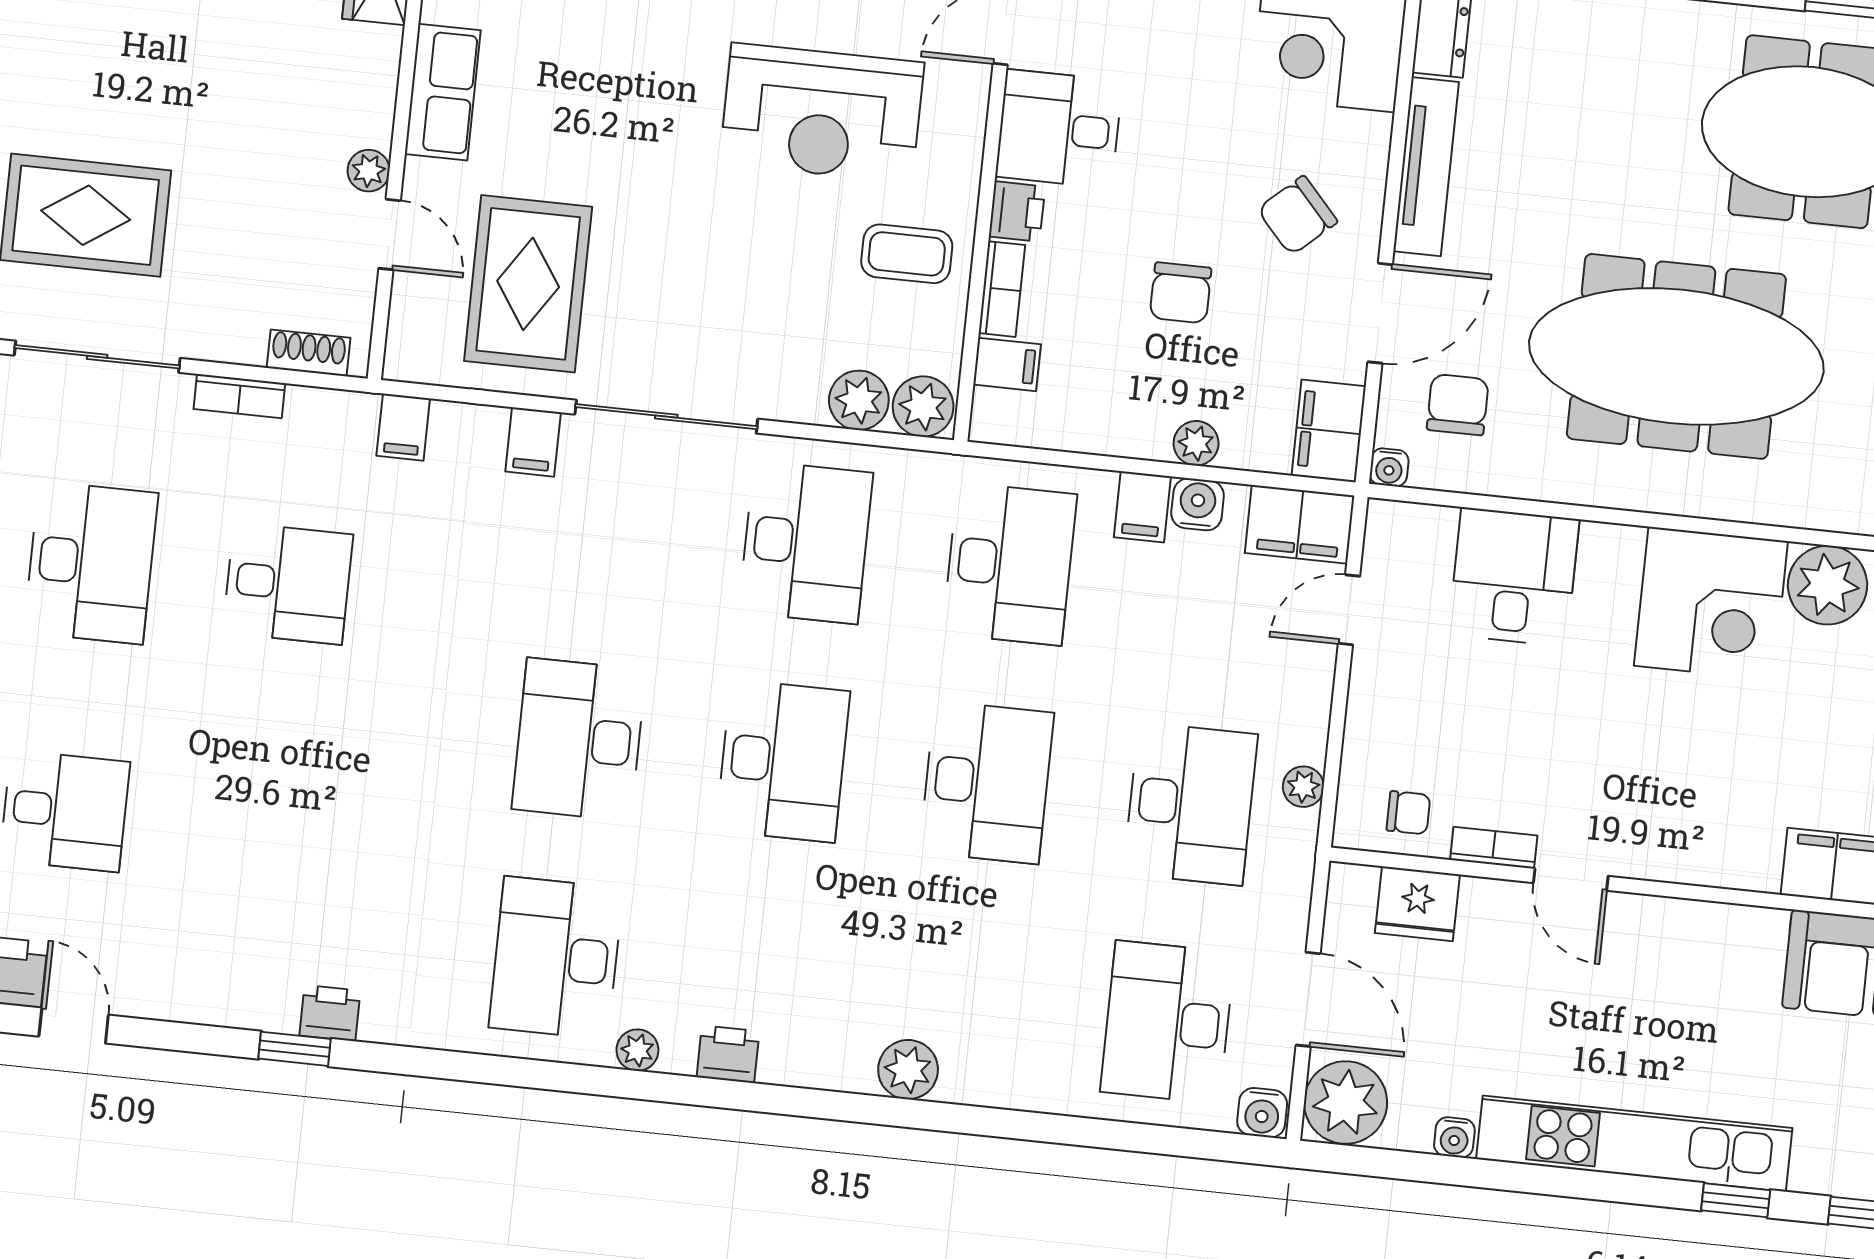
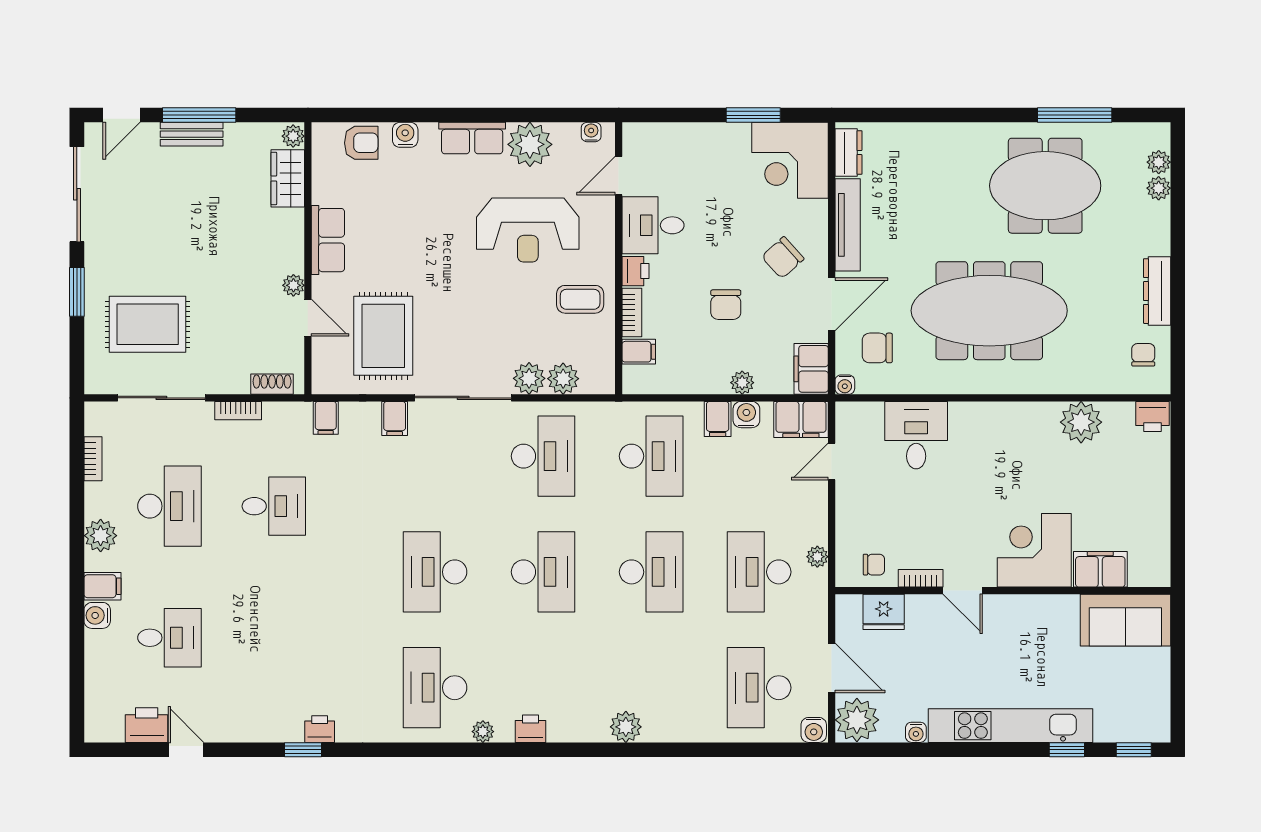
chair: (1458, 405) -> (877, 348), turned -90
plant: (923, 407) -> (529, 378), moved
corner desk: (1711, 603) -> (1034, 550), moved, turned 180
desk: (1190, 804) -> (759, 572), turned 180

